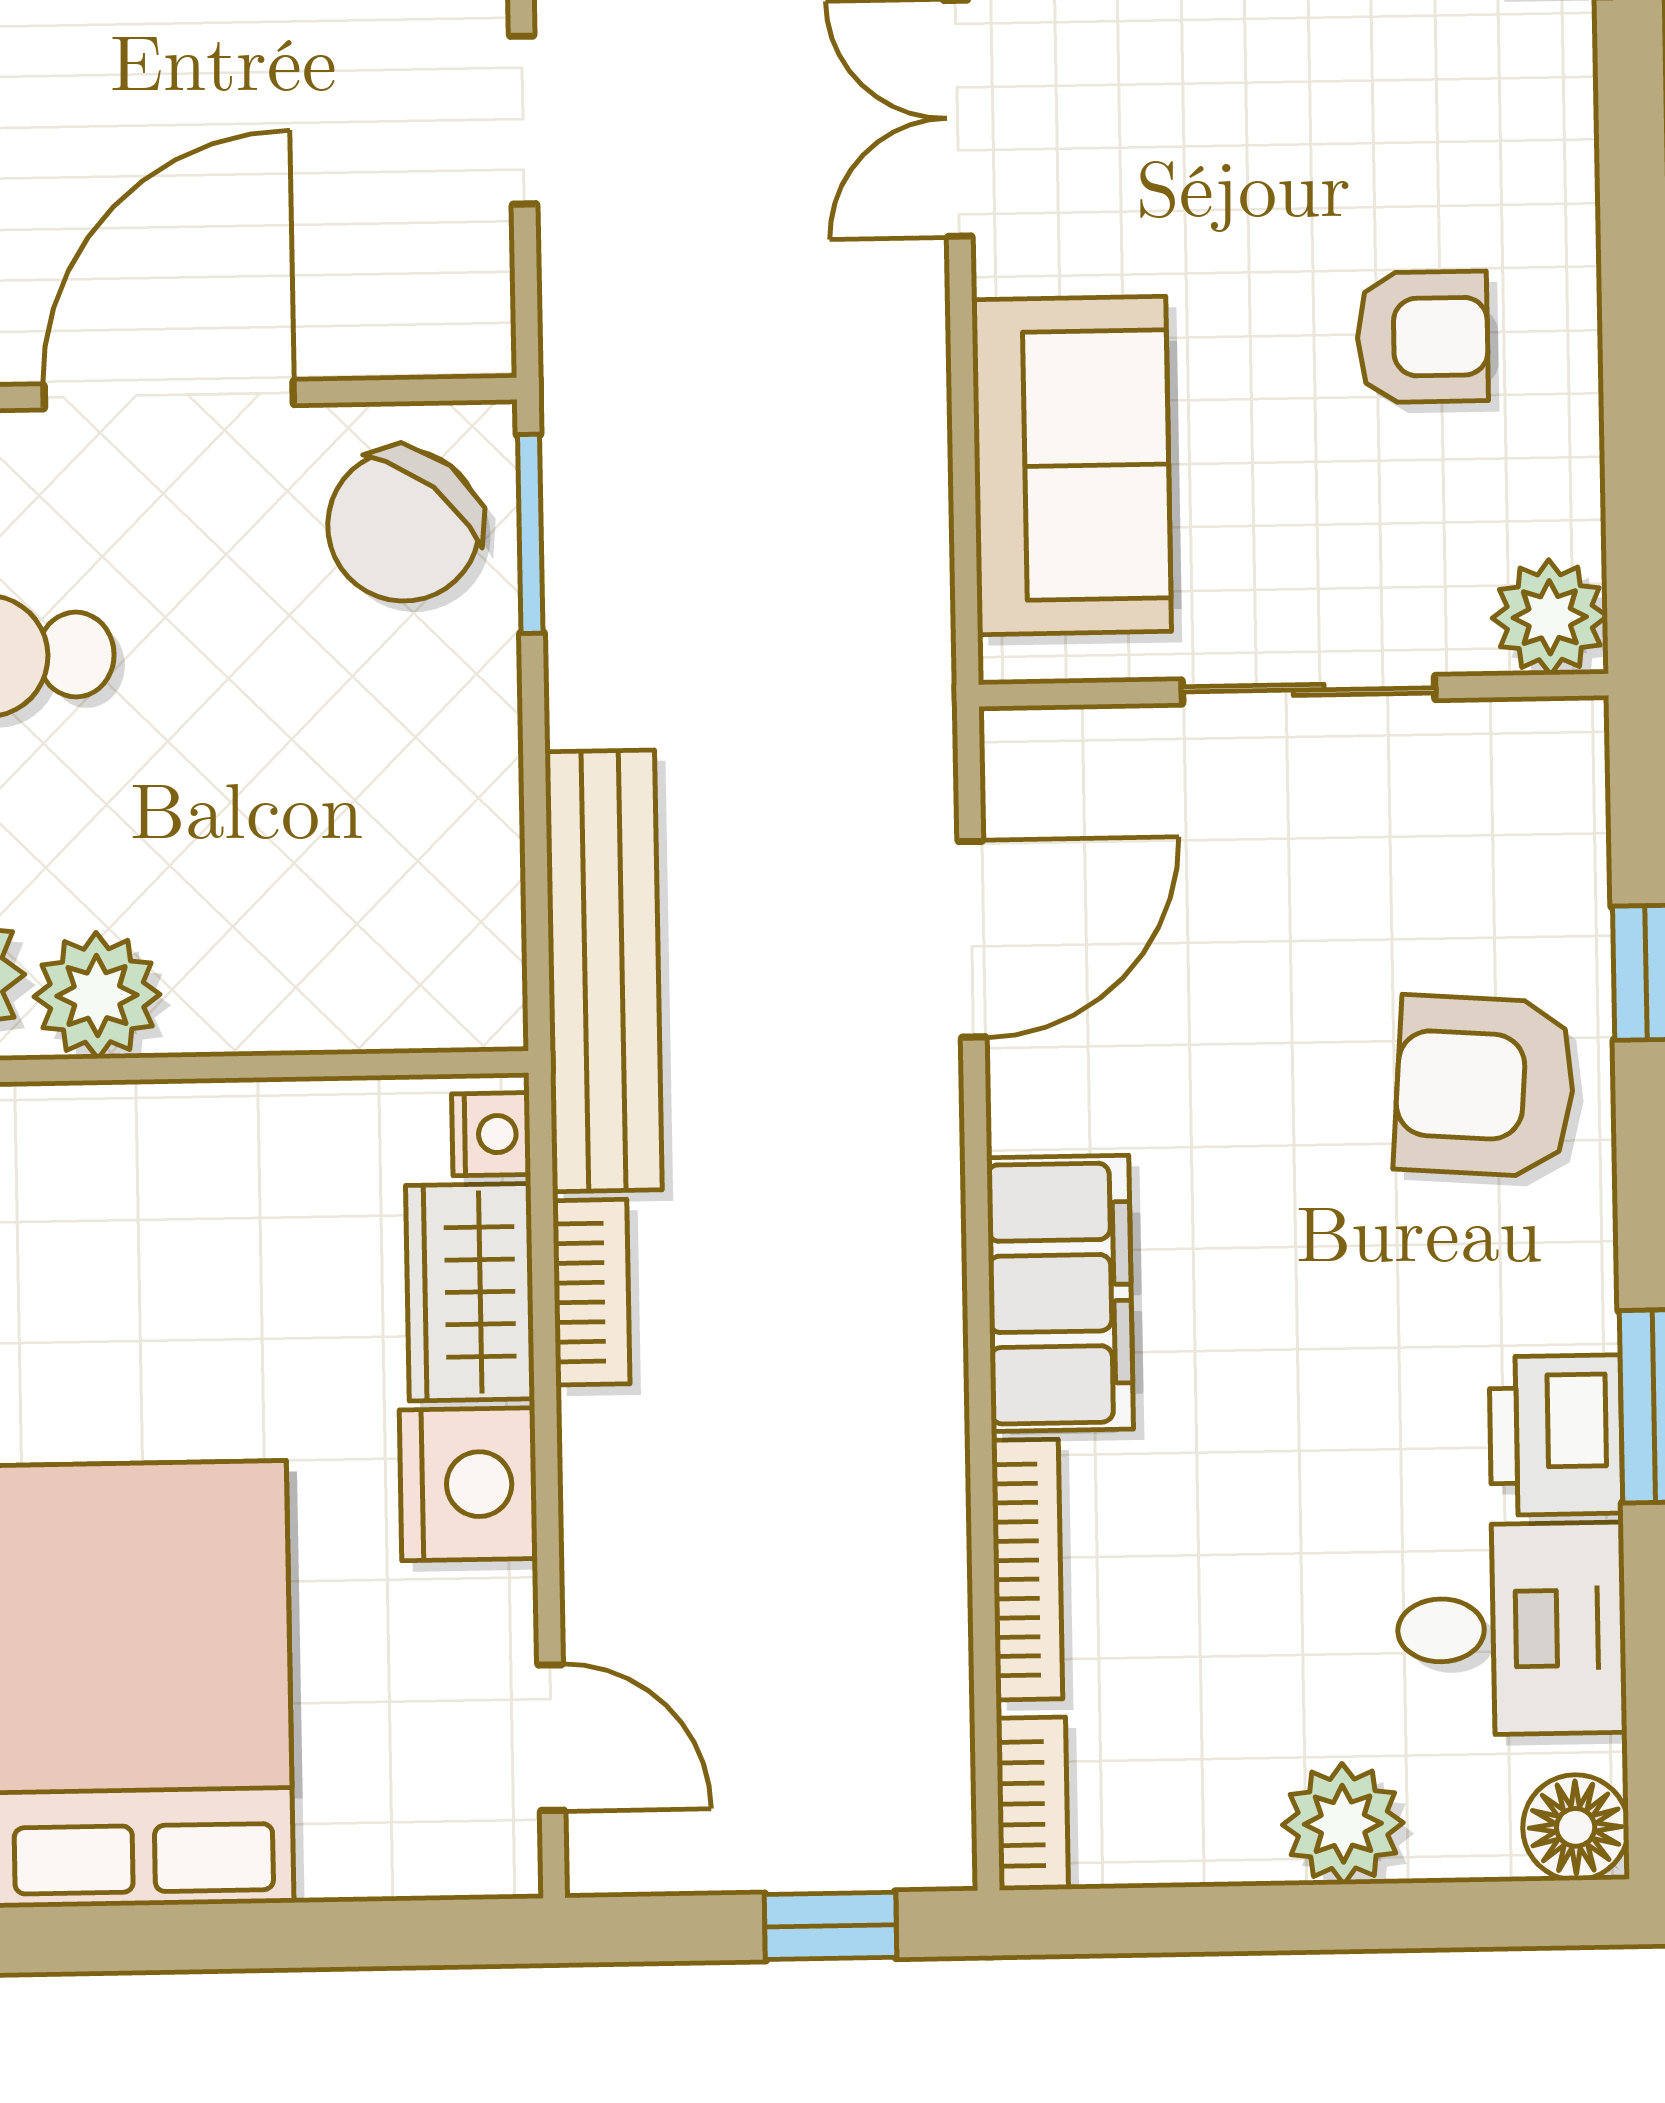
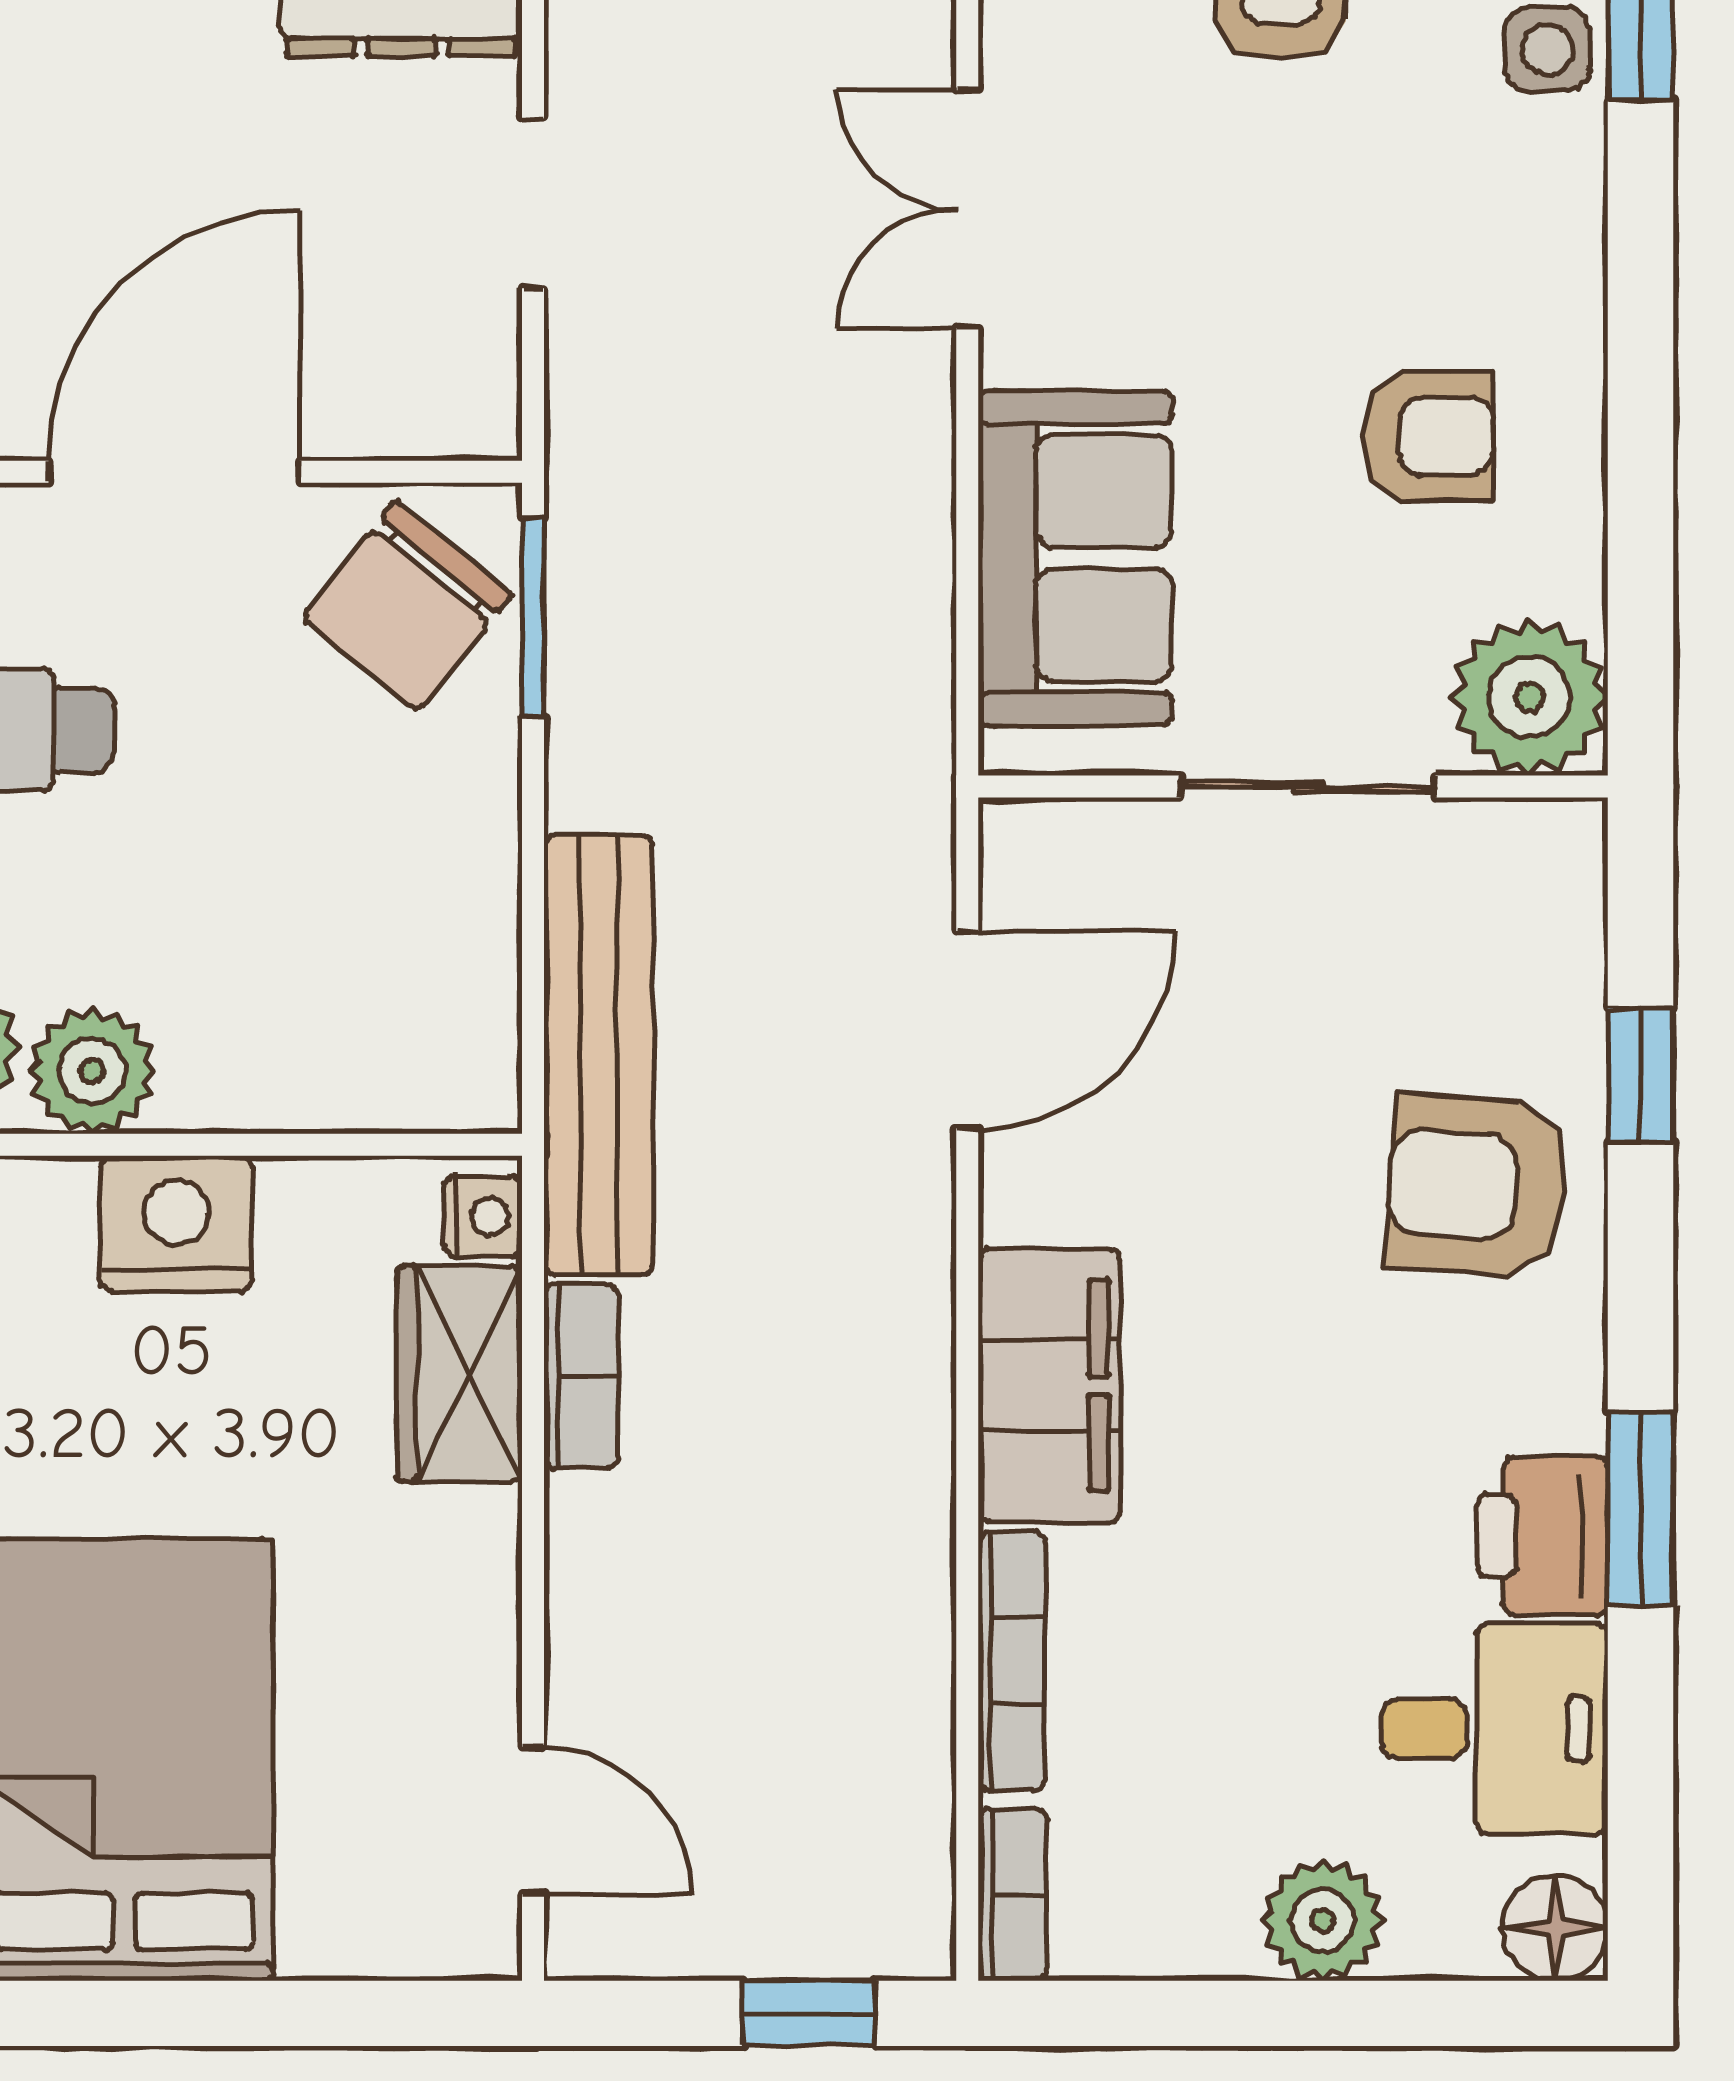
plant: (1550, 617) -> (1529, 697), width x1.36, depth x1.36
nightstand: (468, 1484) -> (176, 1223), moved, turned -90

